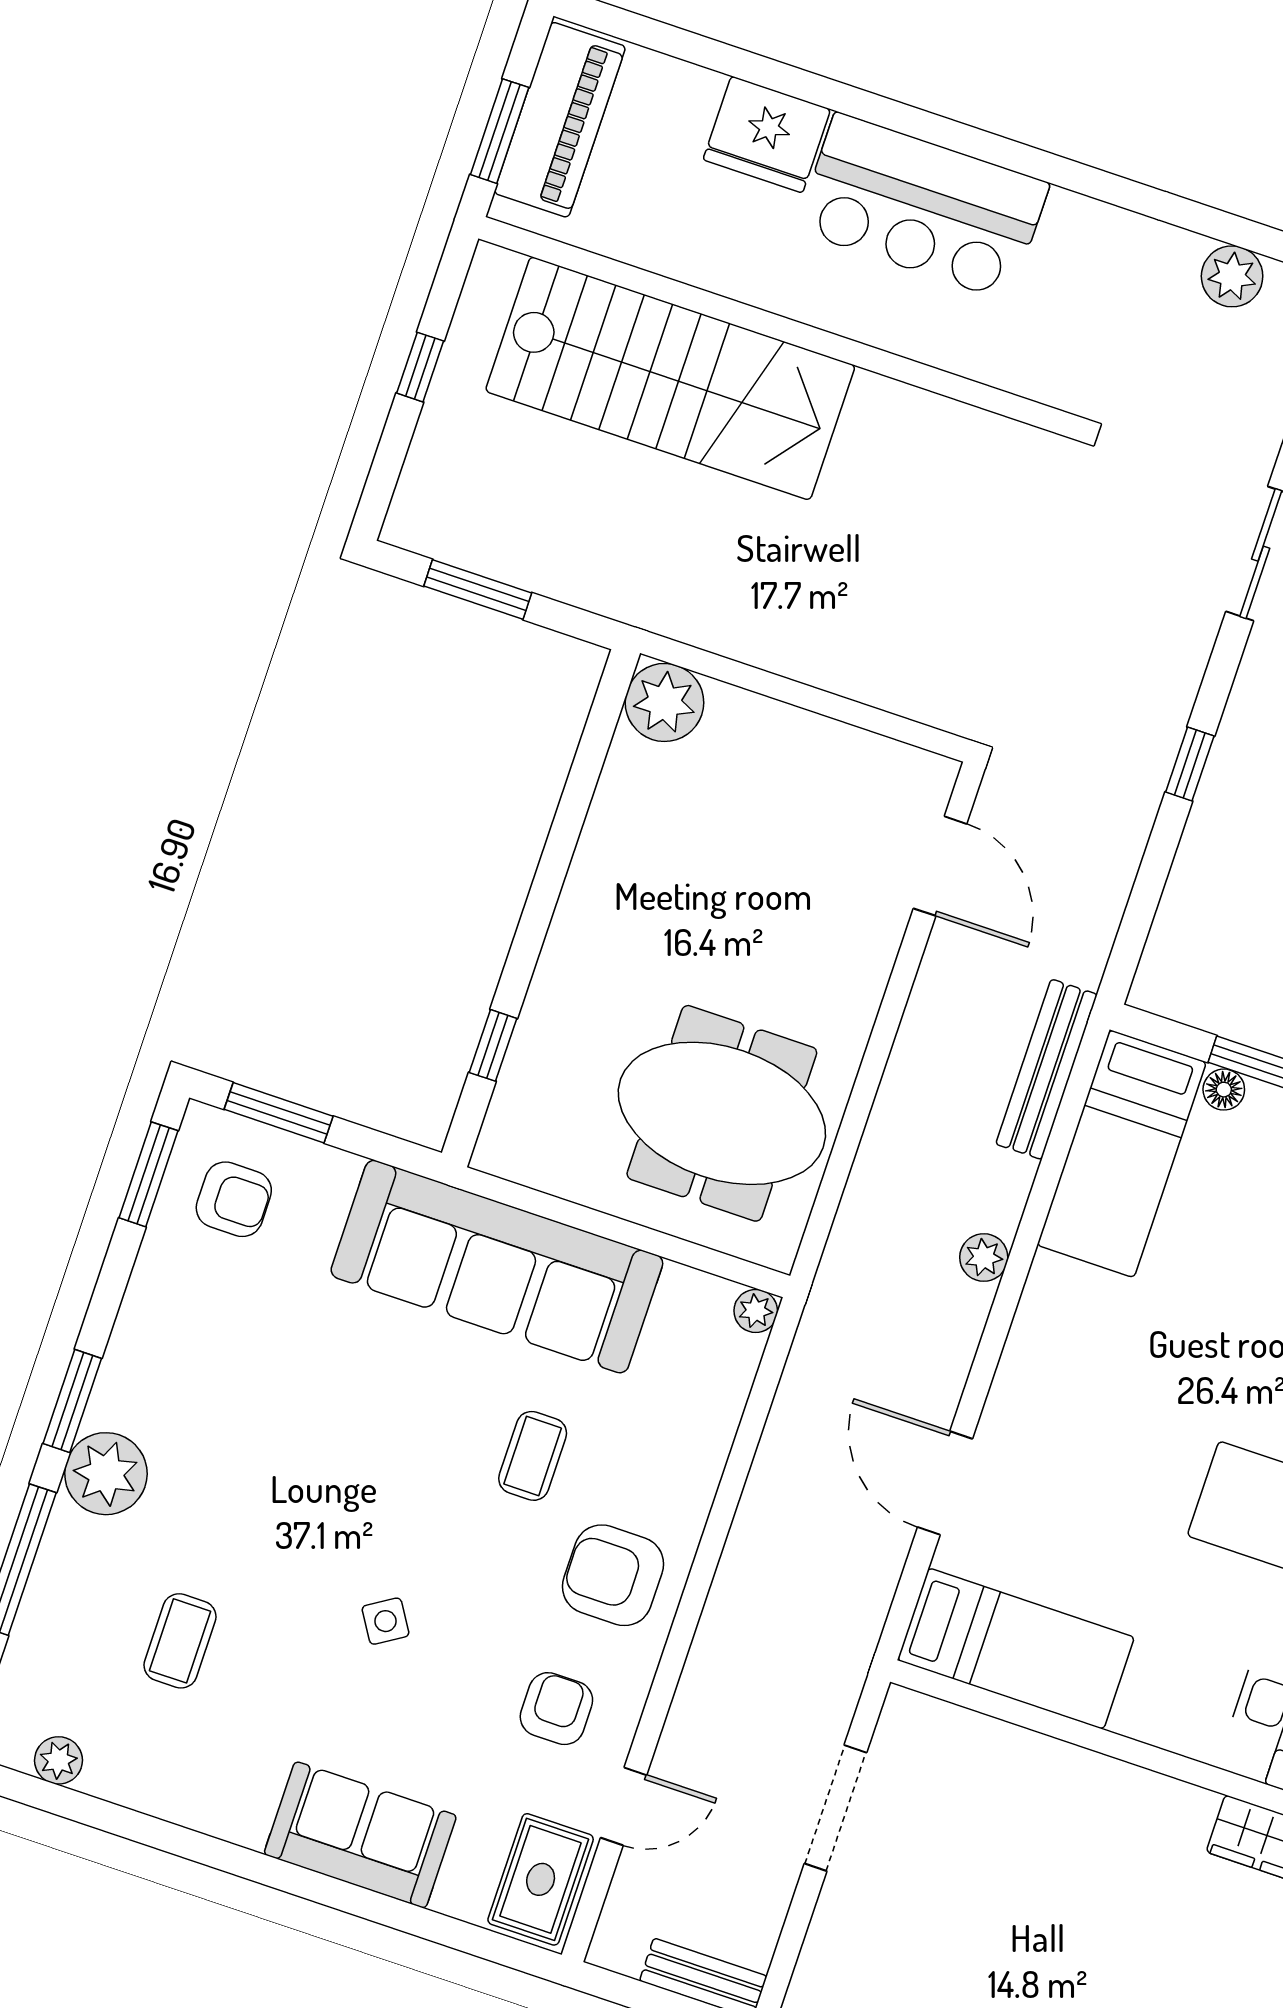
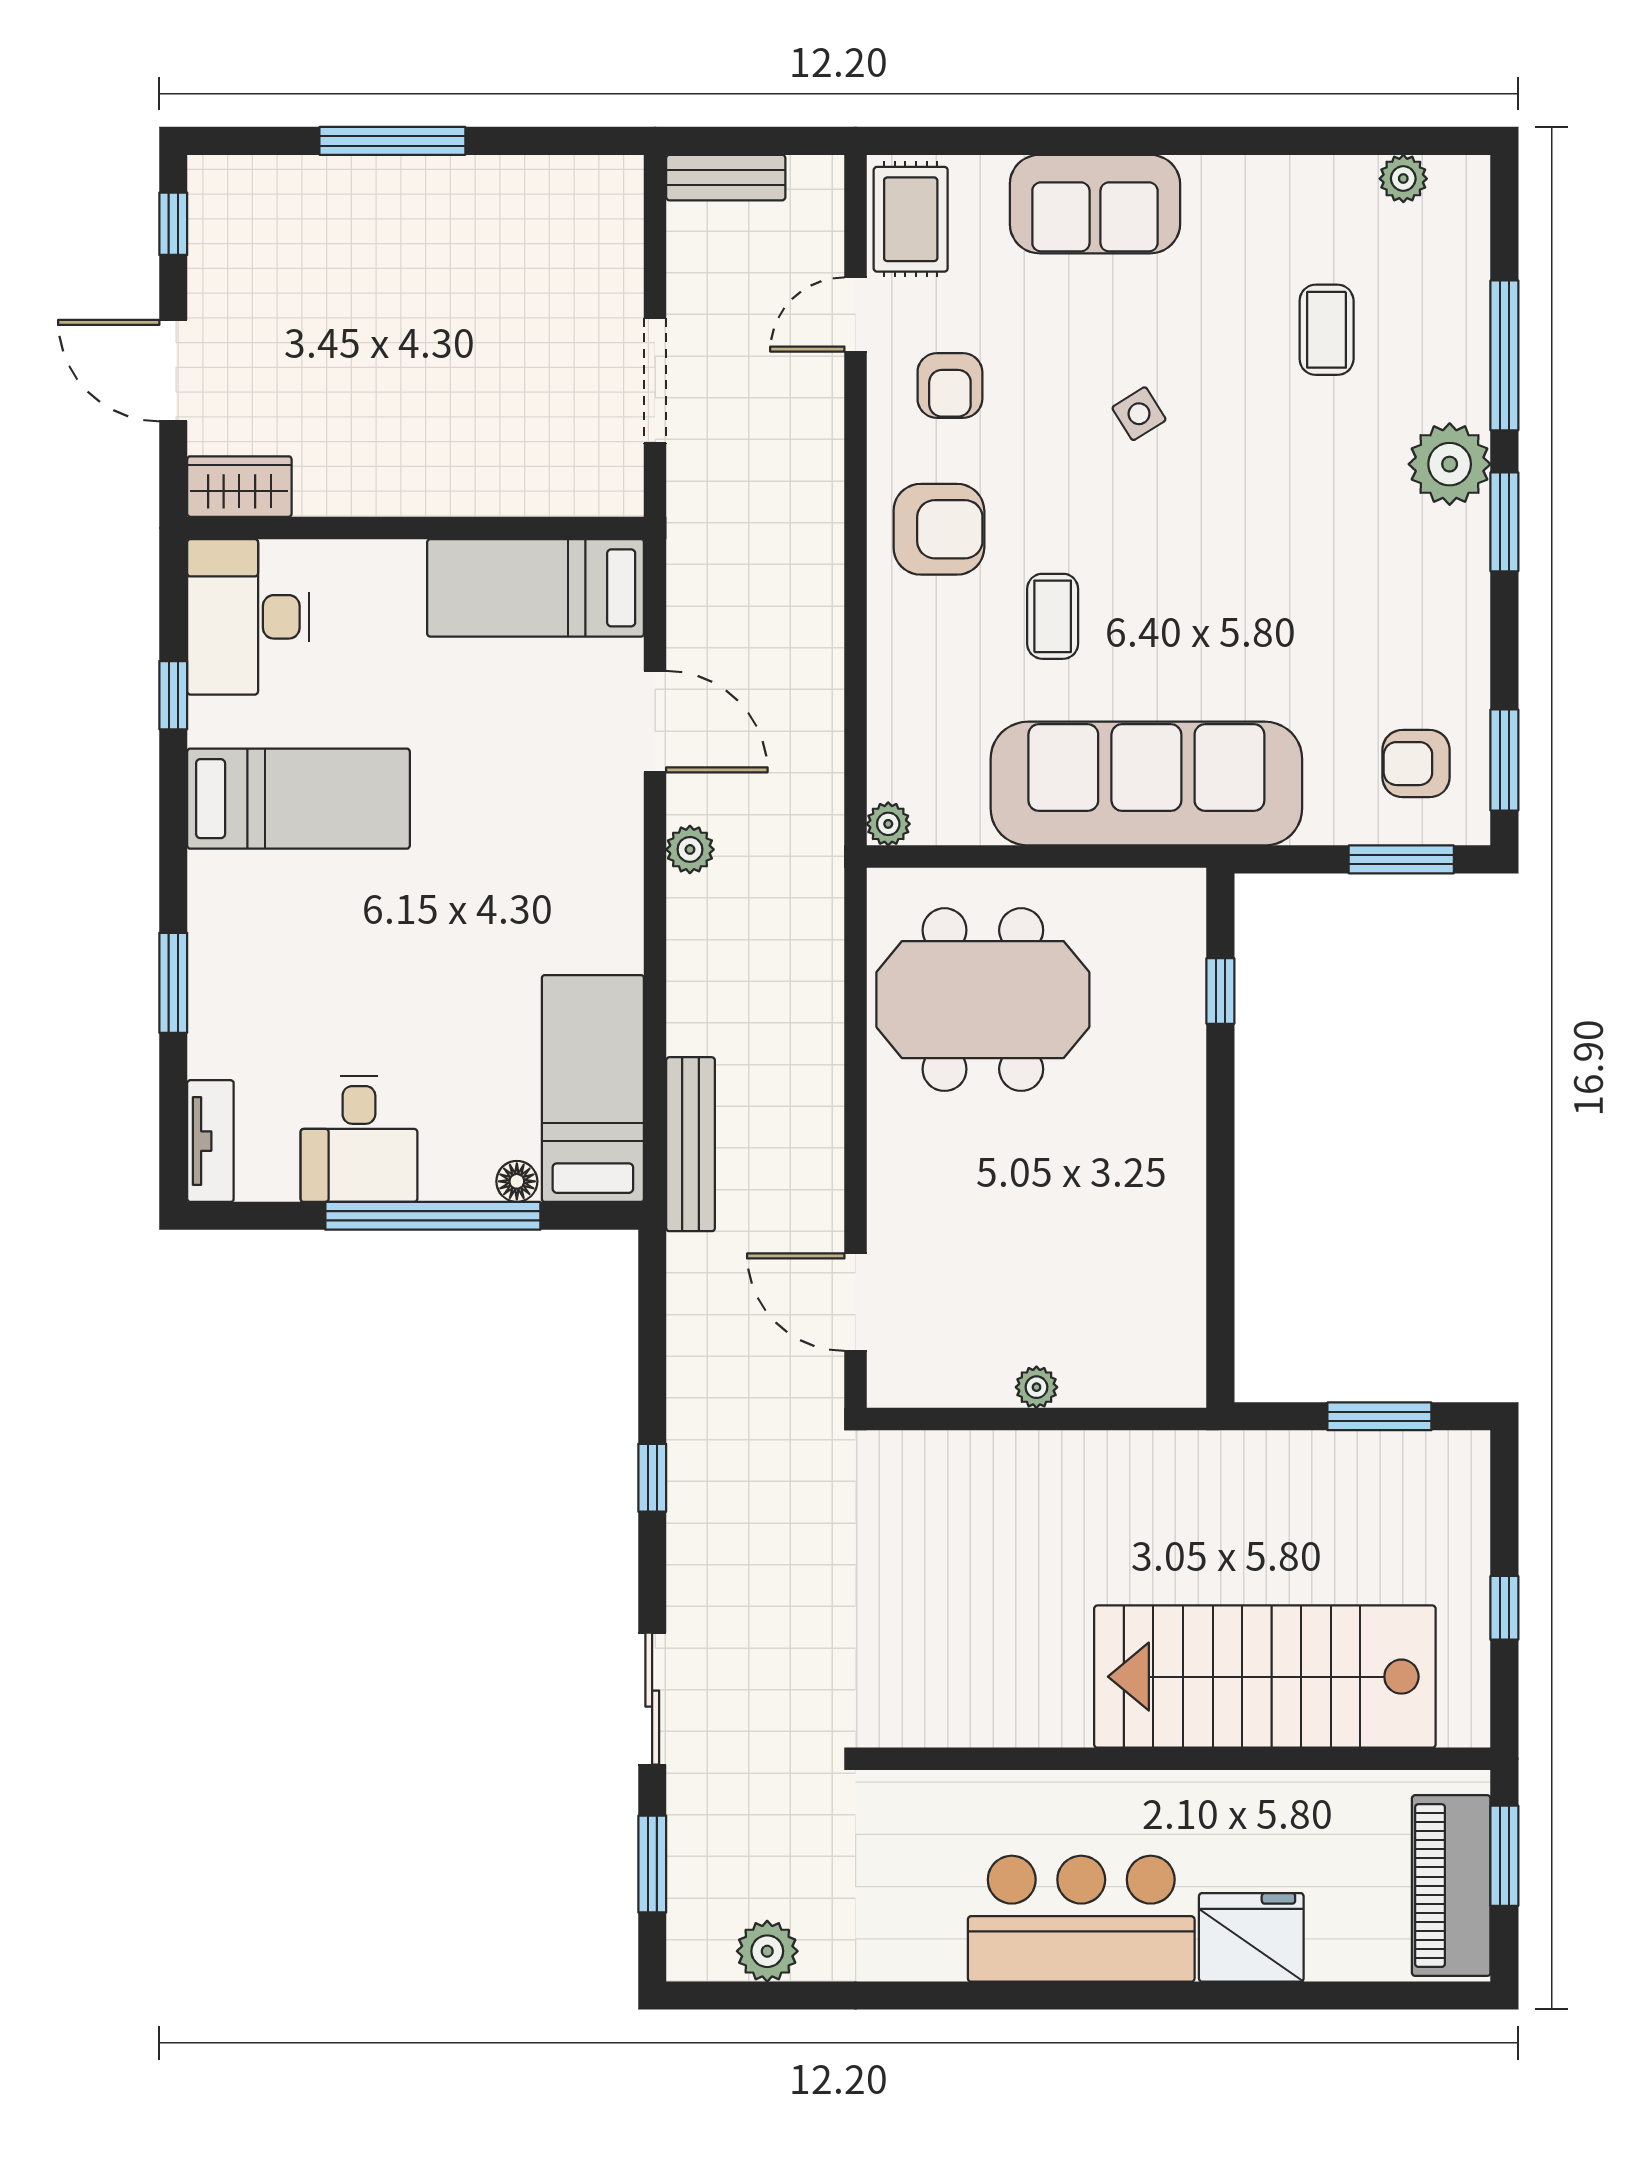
plant: (664, 702) -> (1036, 1387), moved, width x0.53, depth x0.53
plant: (984, 1257) -> (690, 849), moved

